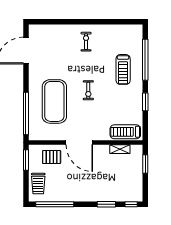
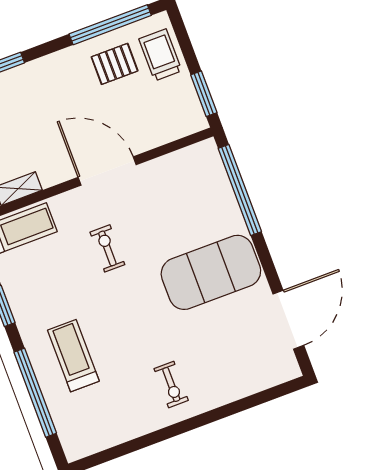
exercise bike: (88, 90) -> (107, 248), moved
exercise mat: (54, 101) -> (211, 272), moved, turned 90
pallet: (52, 157) -> (115, 64), moved

